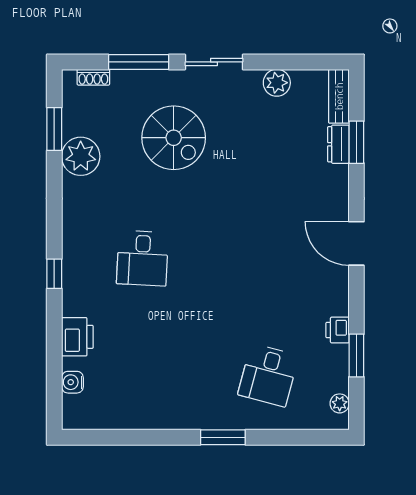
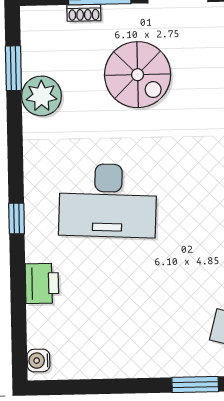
shoe rack: (93, 77) -> (84, 13), moved
desk: (142, 258) -> (108, 200), width x1.87, depth x1.30
water cooler: (72, 382) -> (38, 361), moved

